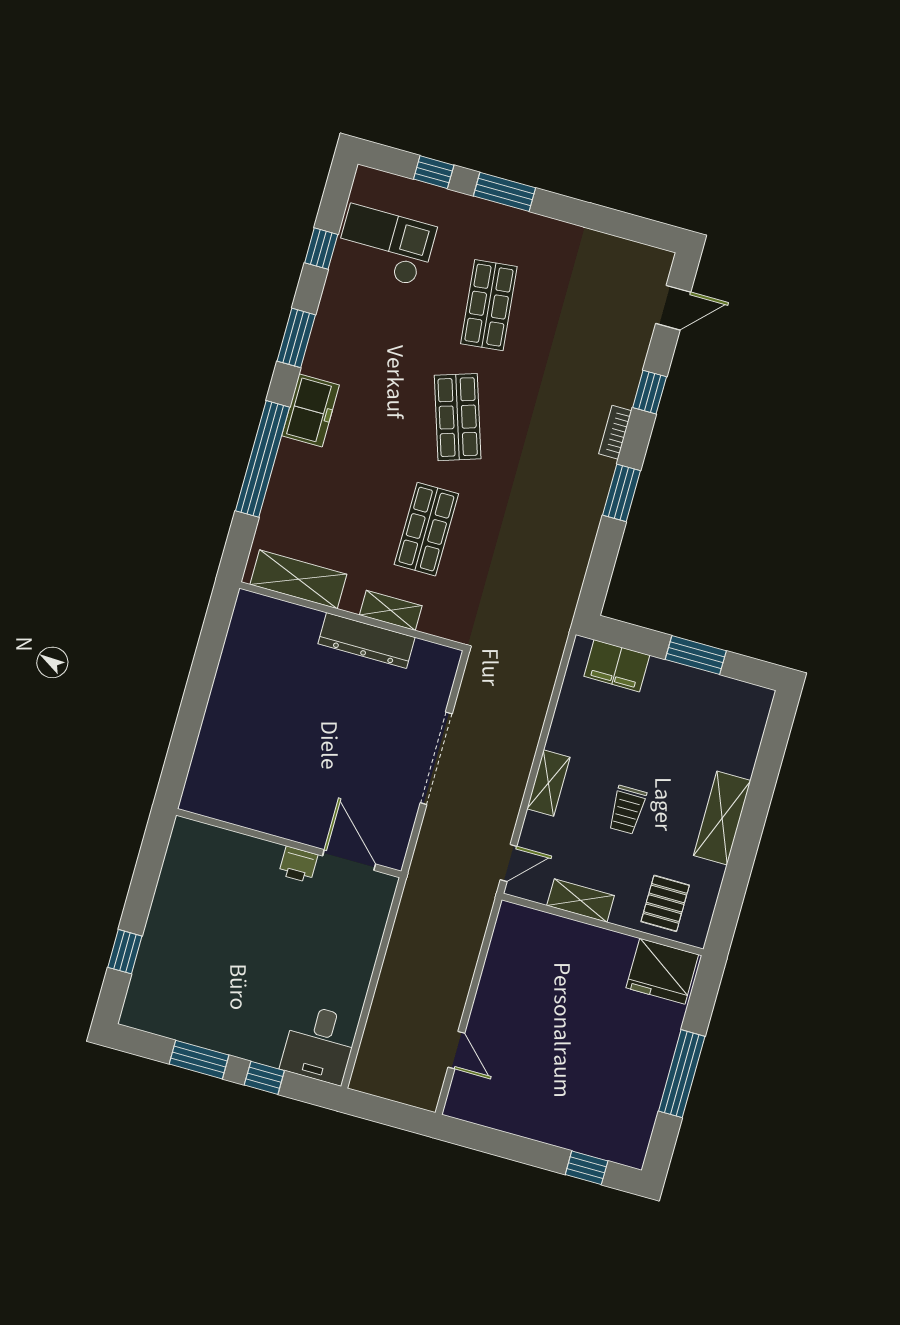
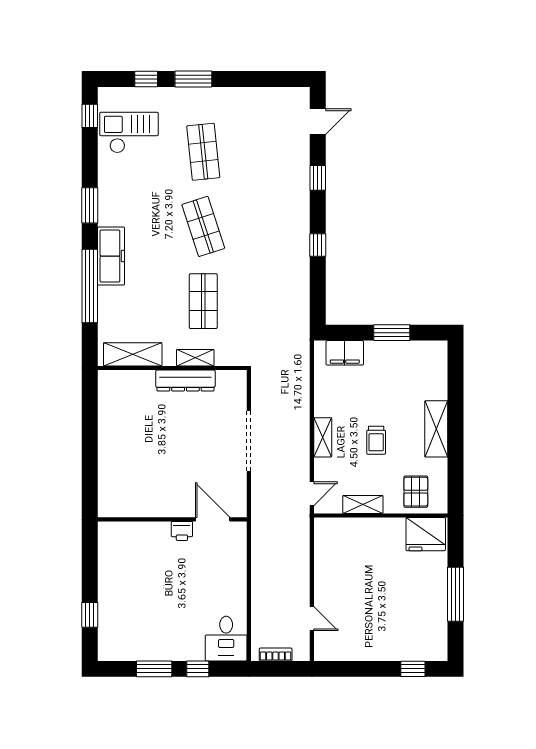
window: (321, 249) -> (90, 116), moved
freezer: (311, 410) -> (111, 256), width x1.40
bookcase: (615, 432) -> (276, 654), moved, turned 90
window: (621, 493) -> (318, 245), width x0.67

